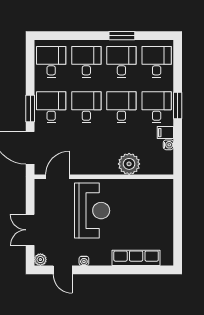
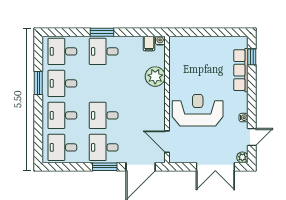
desk: (121, 107) -> (104, 83), removed
filing cabinet: (165, 133) -> (149, 43), moved
water cooler: (168, 145) -> (160, 41), moved
double door: (30, 230) -> (215, 167), width x1.37
window: (151, 270) -> (252, 57), added

